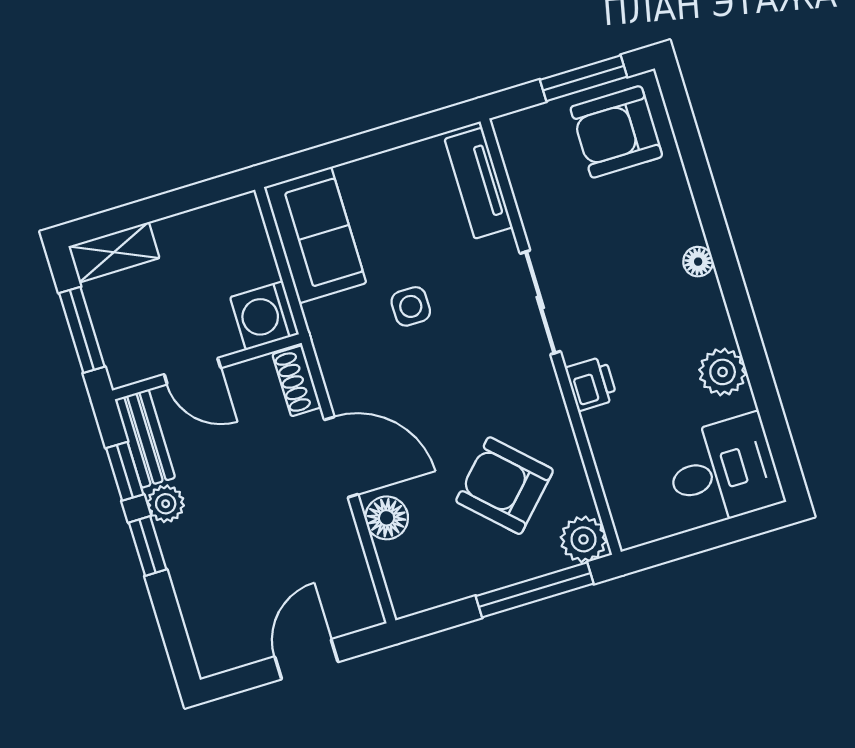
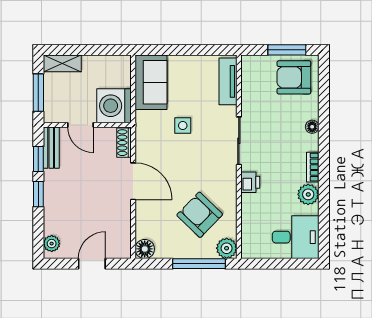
floor lamp: (698, 262) -> (312, 127), moved
bookcase: (715, 311) -> (313, 167), added
washing machine: (264, 316) -> (114, 106), width x1.37, depth x1.37
plant: (166, 504) -> (52, 244), moved
floor lamp: (387, 518) -> (145, 249), moved

